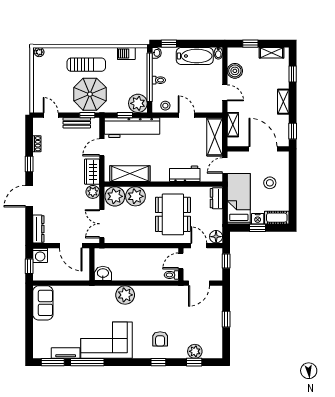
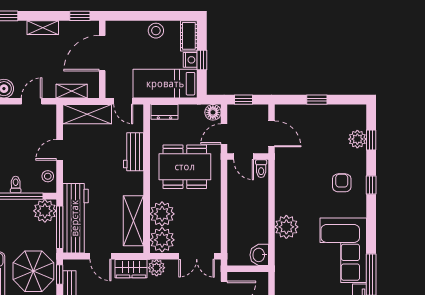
window: (125, 115) -> (60, 227), width x2.17
stool: (270, 183) -> (156, 31), moved
armchair: (160, 339) -> (342, 183), turned -90

